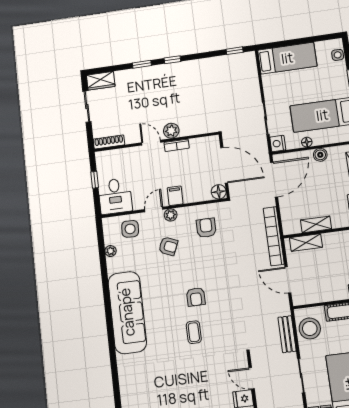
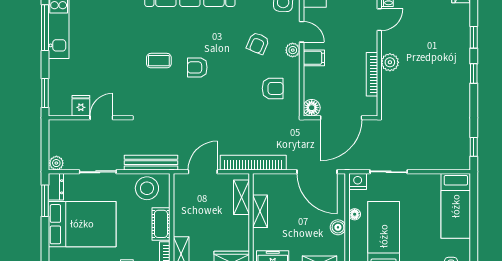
door: (151, 143) -> (379, 20), moved
bookcase: (177, 145) -> (372, 74), width x1.56
bench: (287, 334) -> (151, 163), width x1.36

